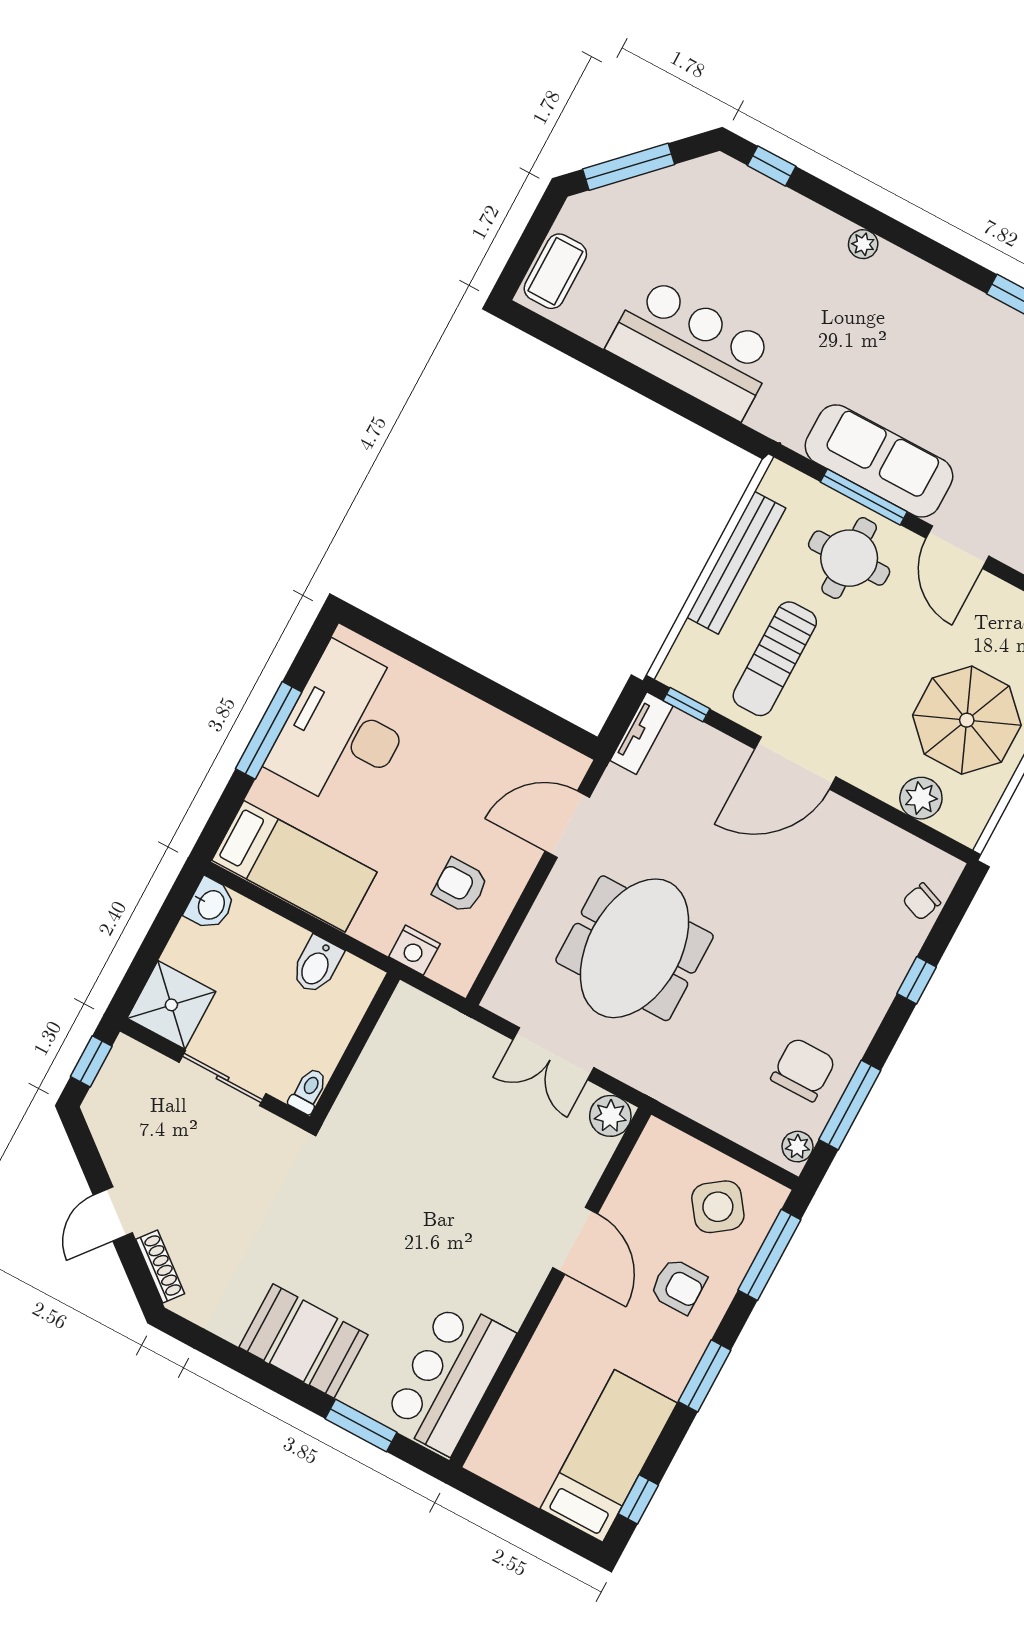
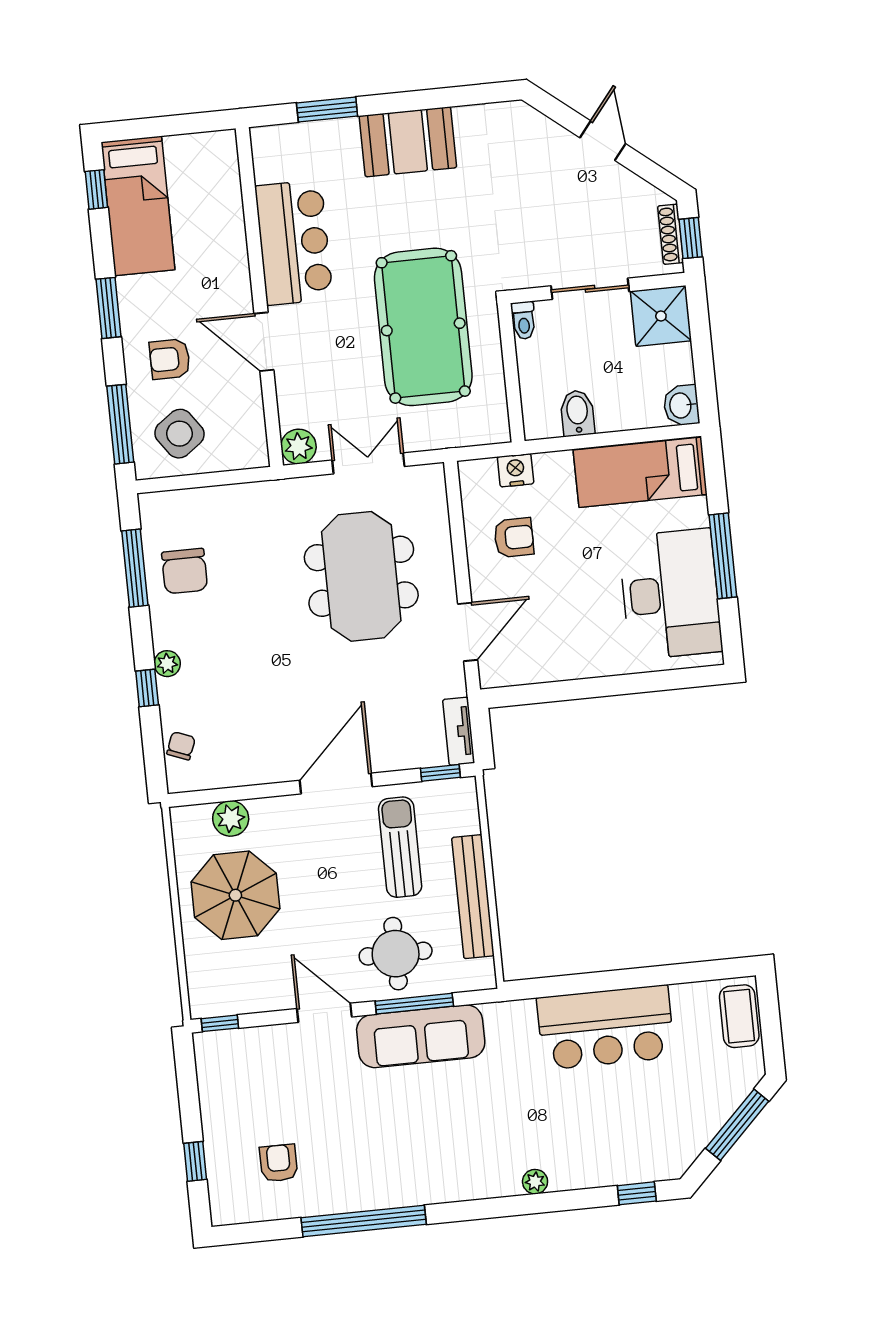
plant: (797, 1147) -> (167, 664), moved
pool table: (410, 1151) -> (423, 327), added
shoe rack: (160, 1267) -> (671, 234), moved, turned 51
bar counter: (449, 1377) -> (294, 242), moved

